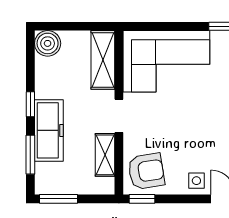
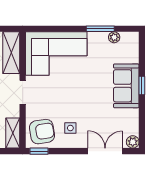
shelving: (105, 155) -> (13, 133), moved
side table: (196, 181) -> (70, 128), moved

